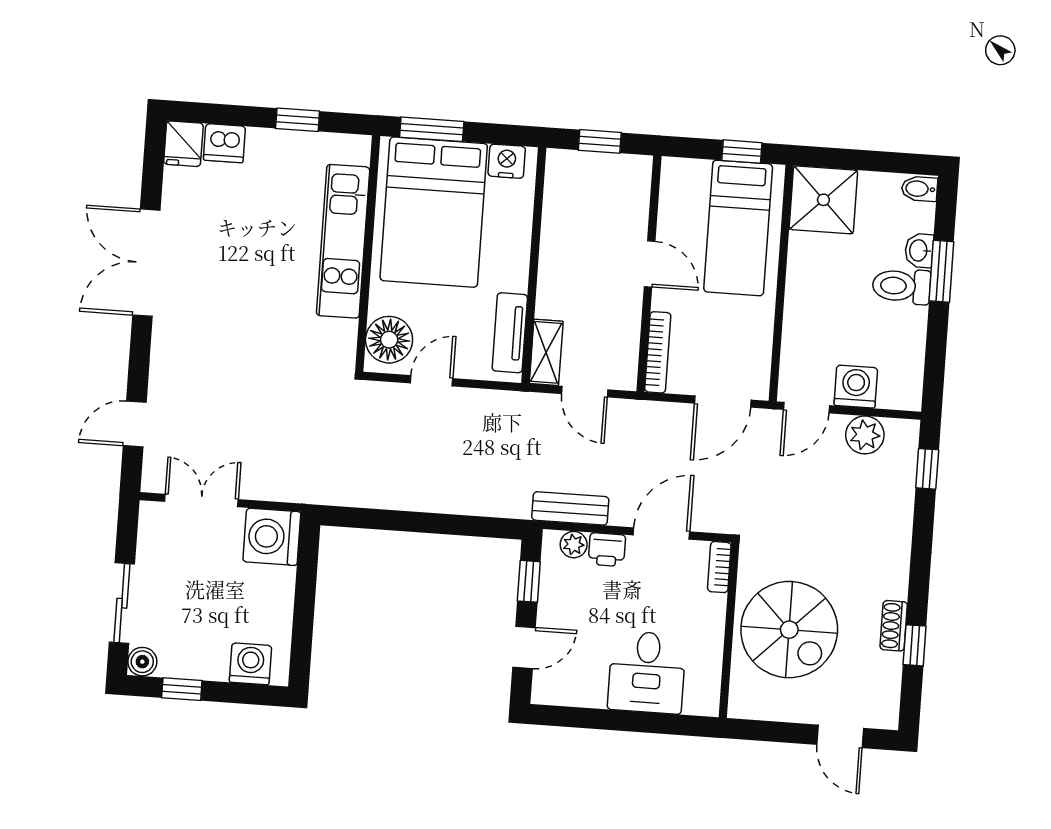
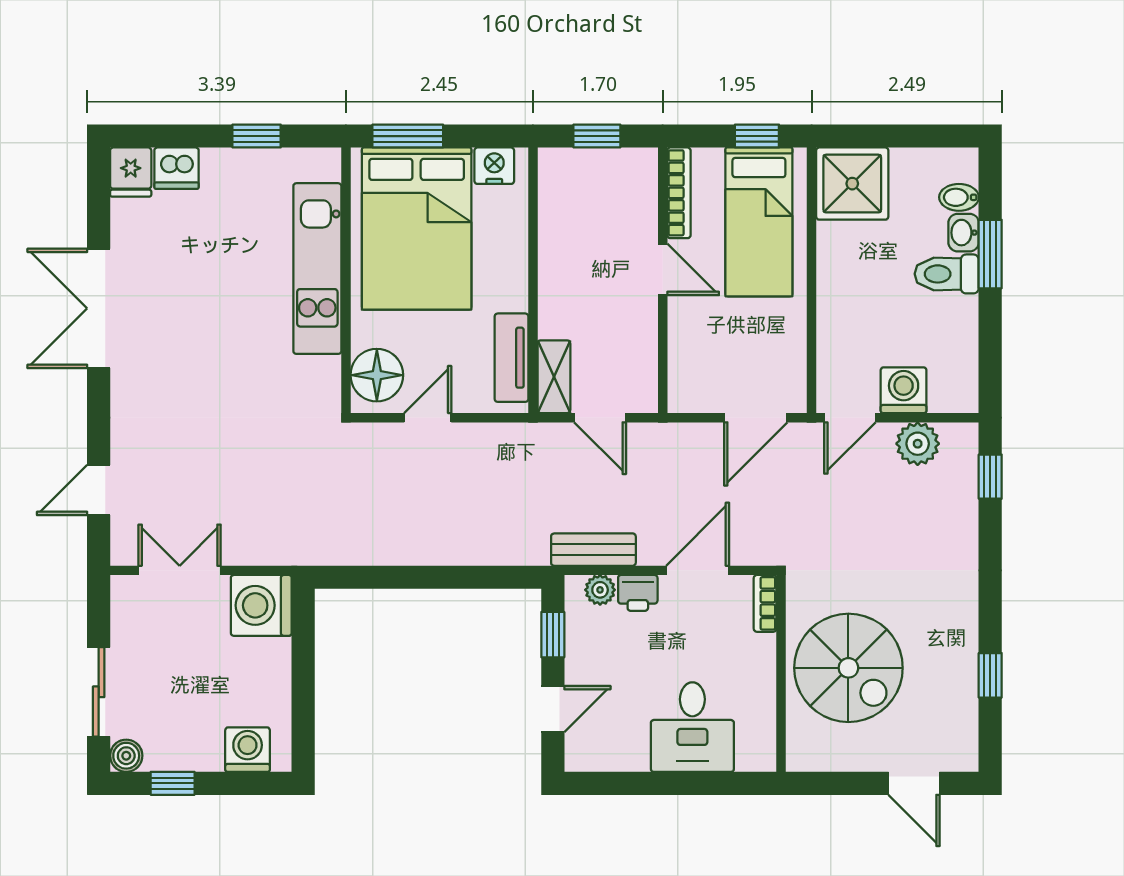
bidet: (919, 189) -> (959, 197), moved
bookcase: (658, 352) -> (679, 193), moved
shoe rack: (894, 626) -> (965, 655), removed

